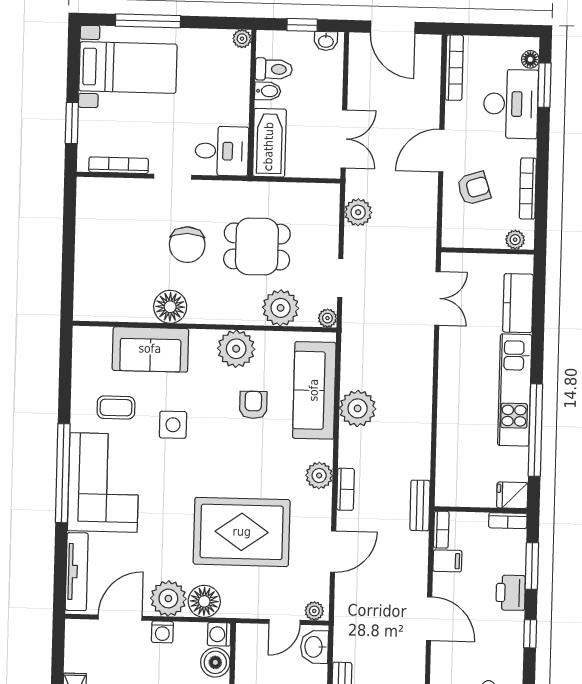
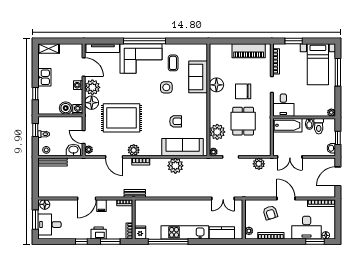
piano: (92, 229) -> (249, 51), added
plant: (236, 349) -> (199, 113), removed
plant: (319, 475) -> (134, 150), moved
rug: (242, 532) -> (121, 118), turned 90
filing cabinet: (447, 561) -> (101, 206), moved

